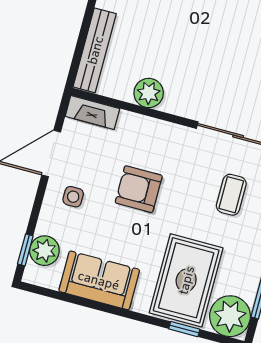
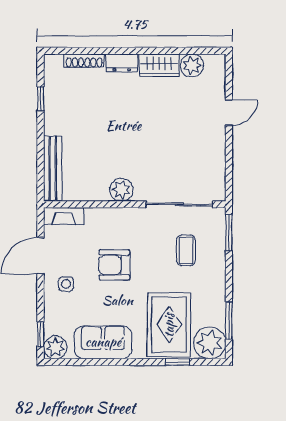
plant: (149, 93) -> (121, 190), moved
plant: (44, 251) -> (55, 347), moved

